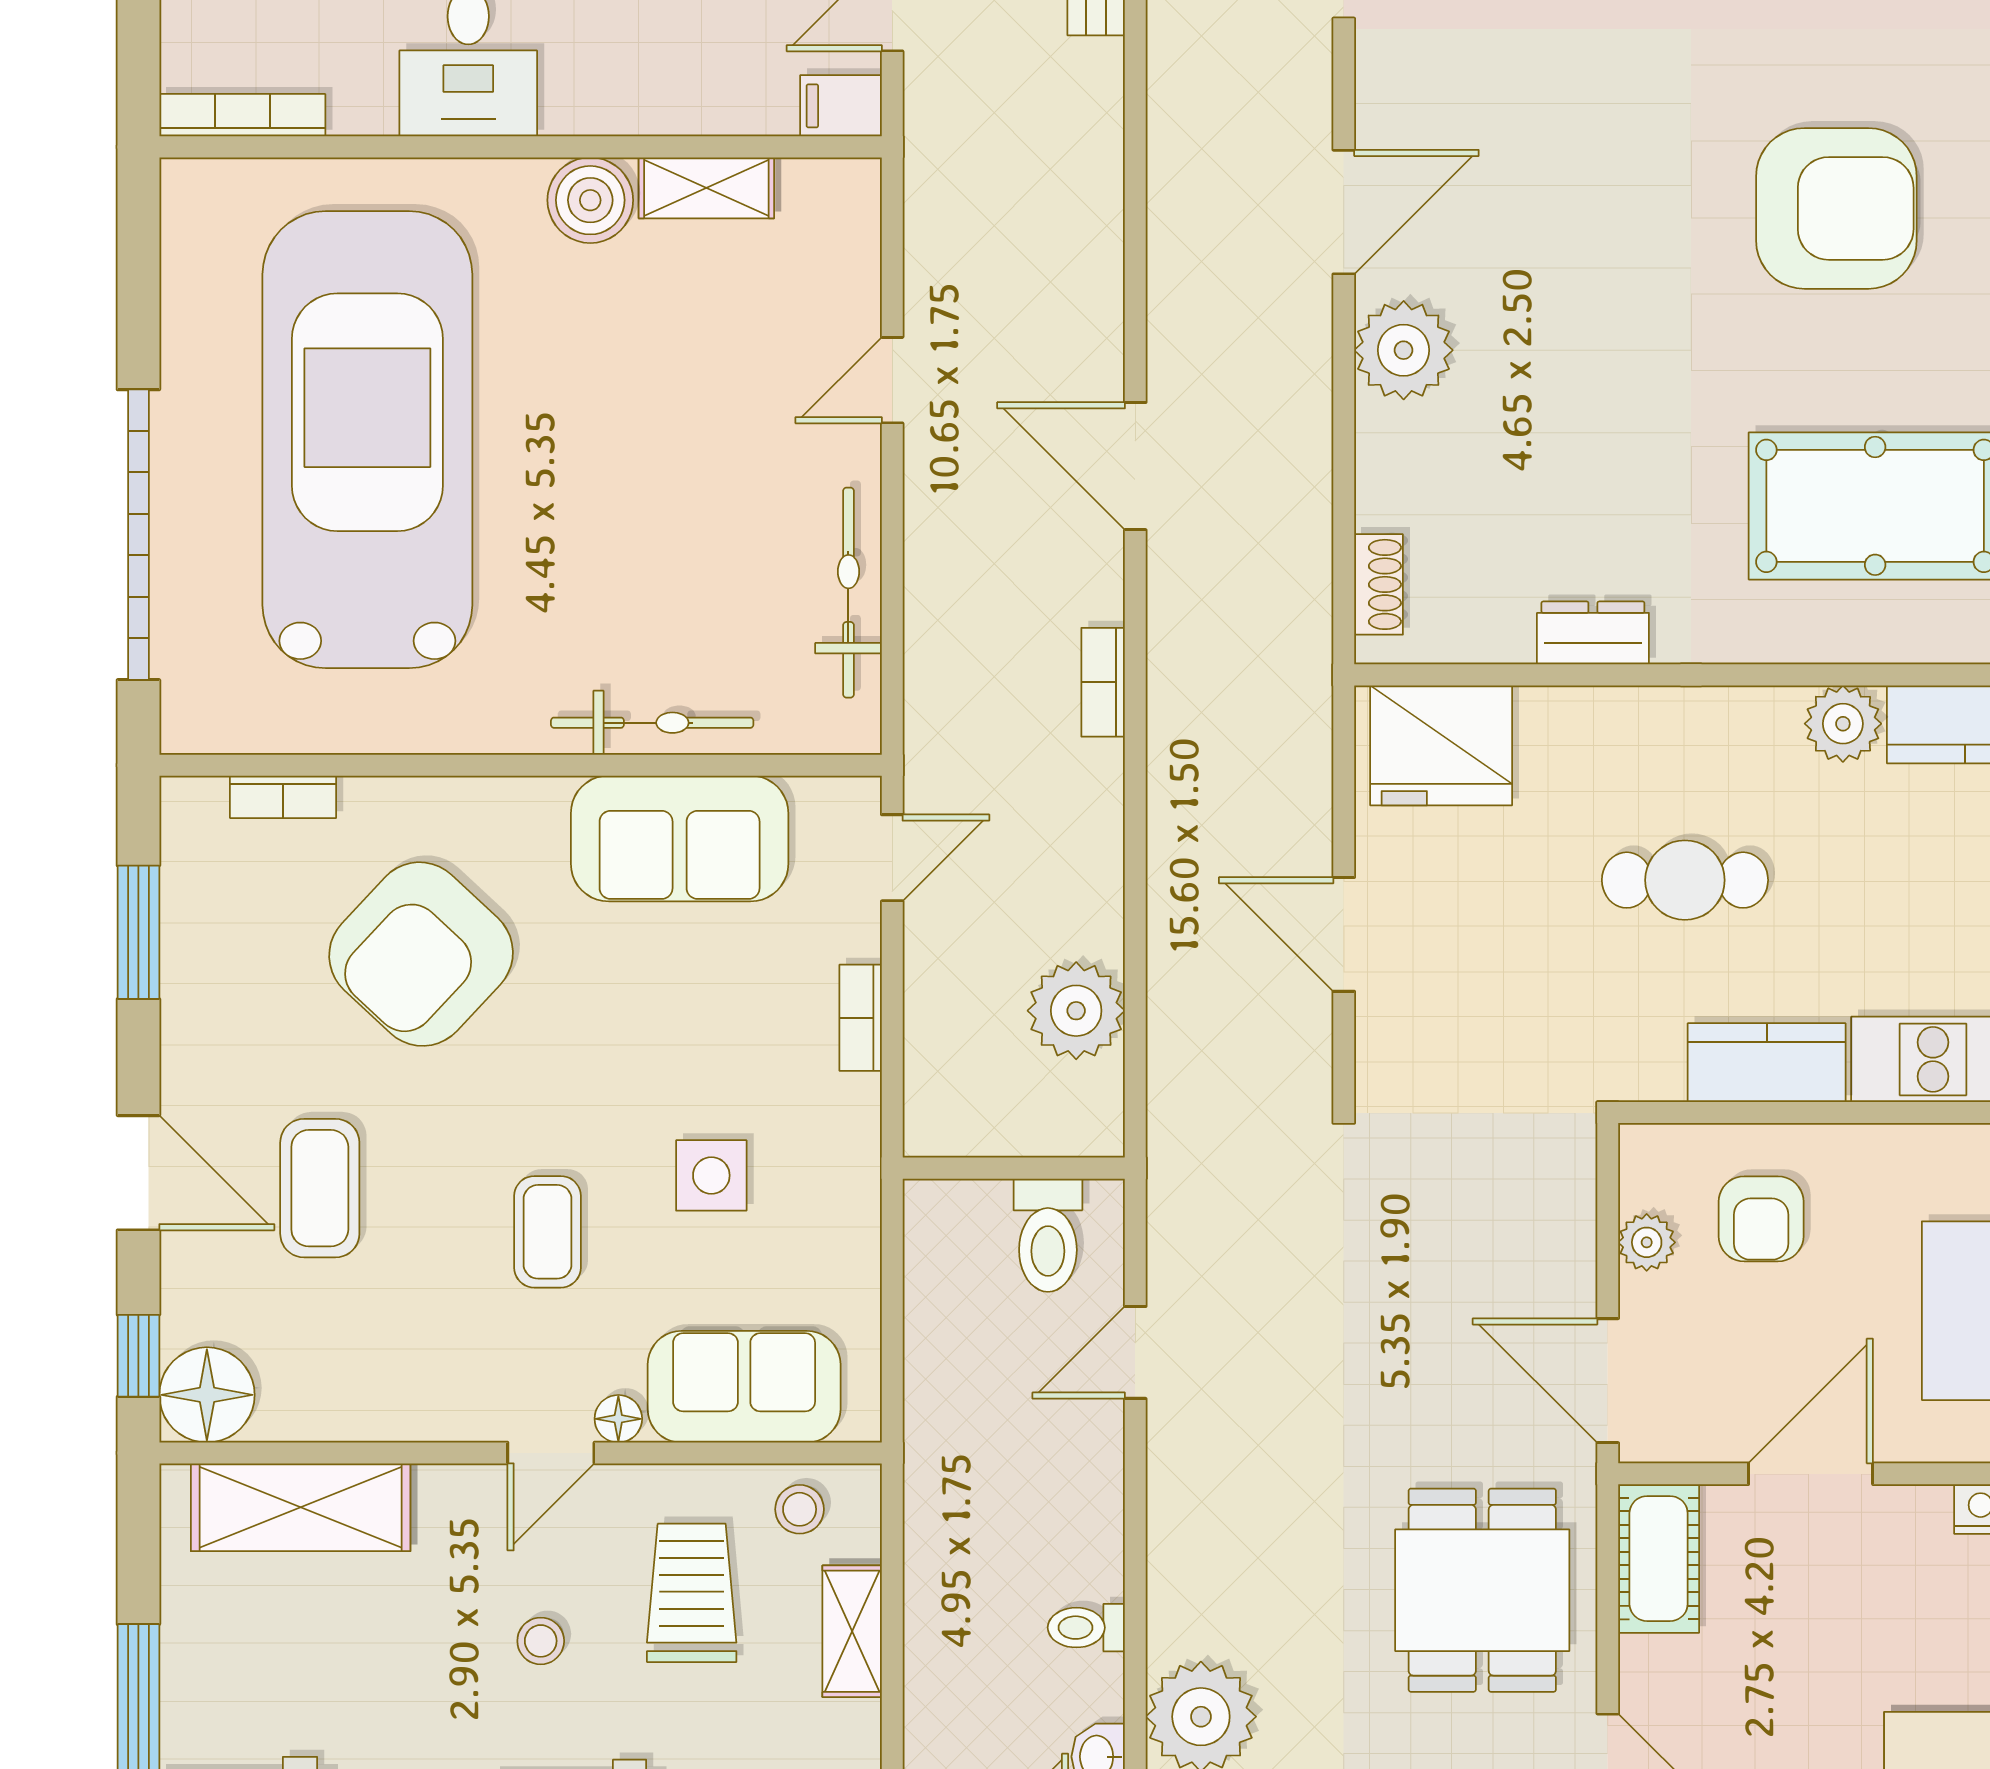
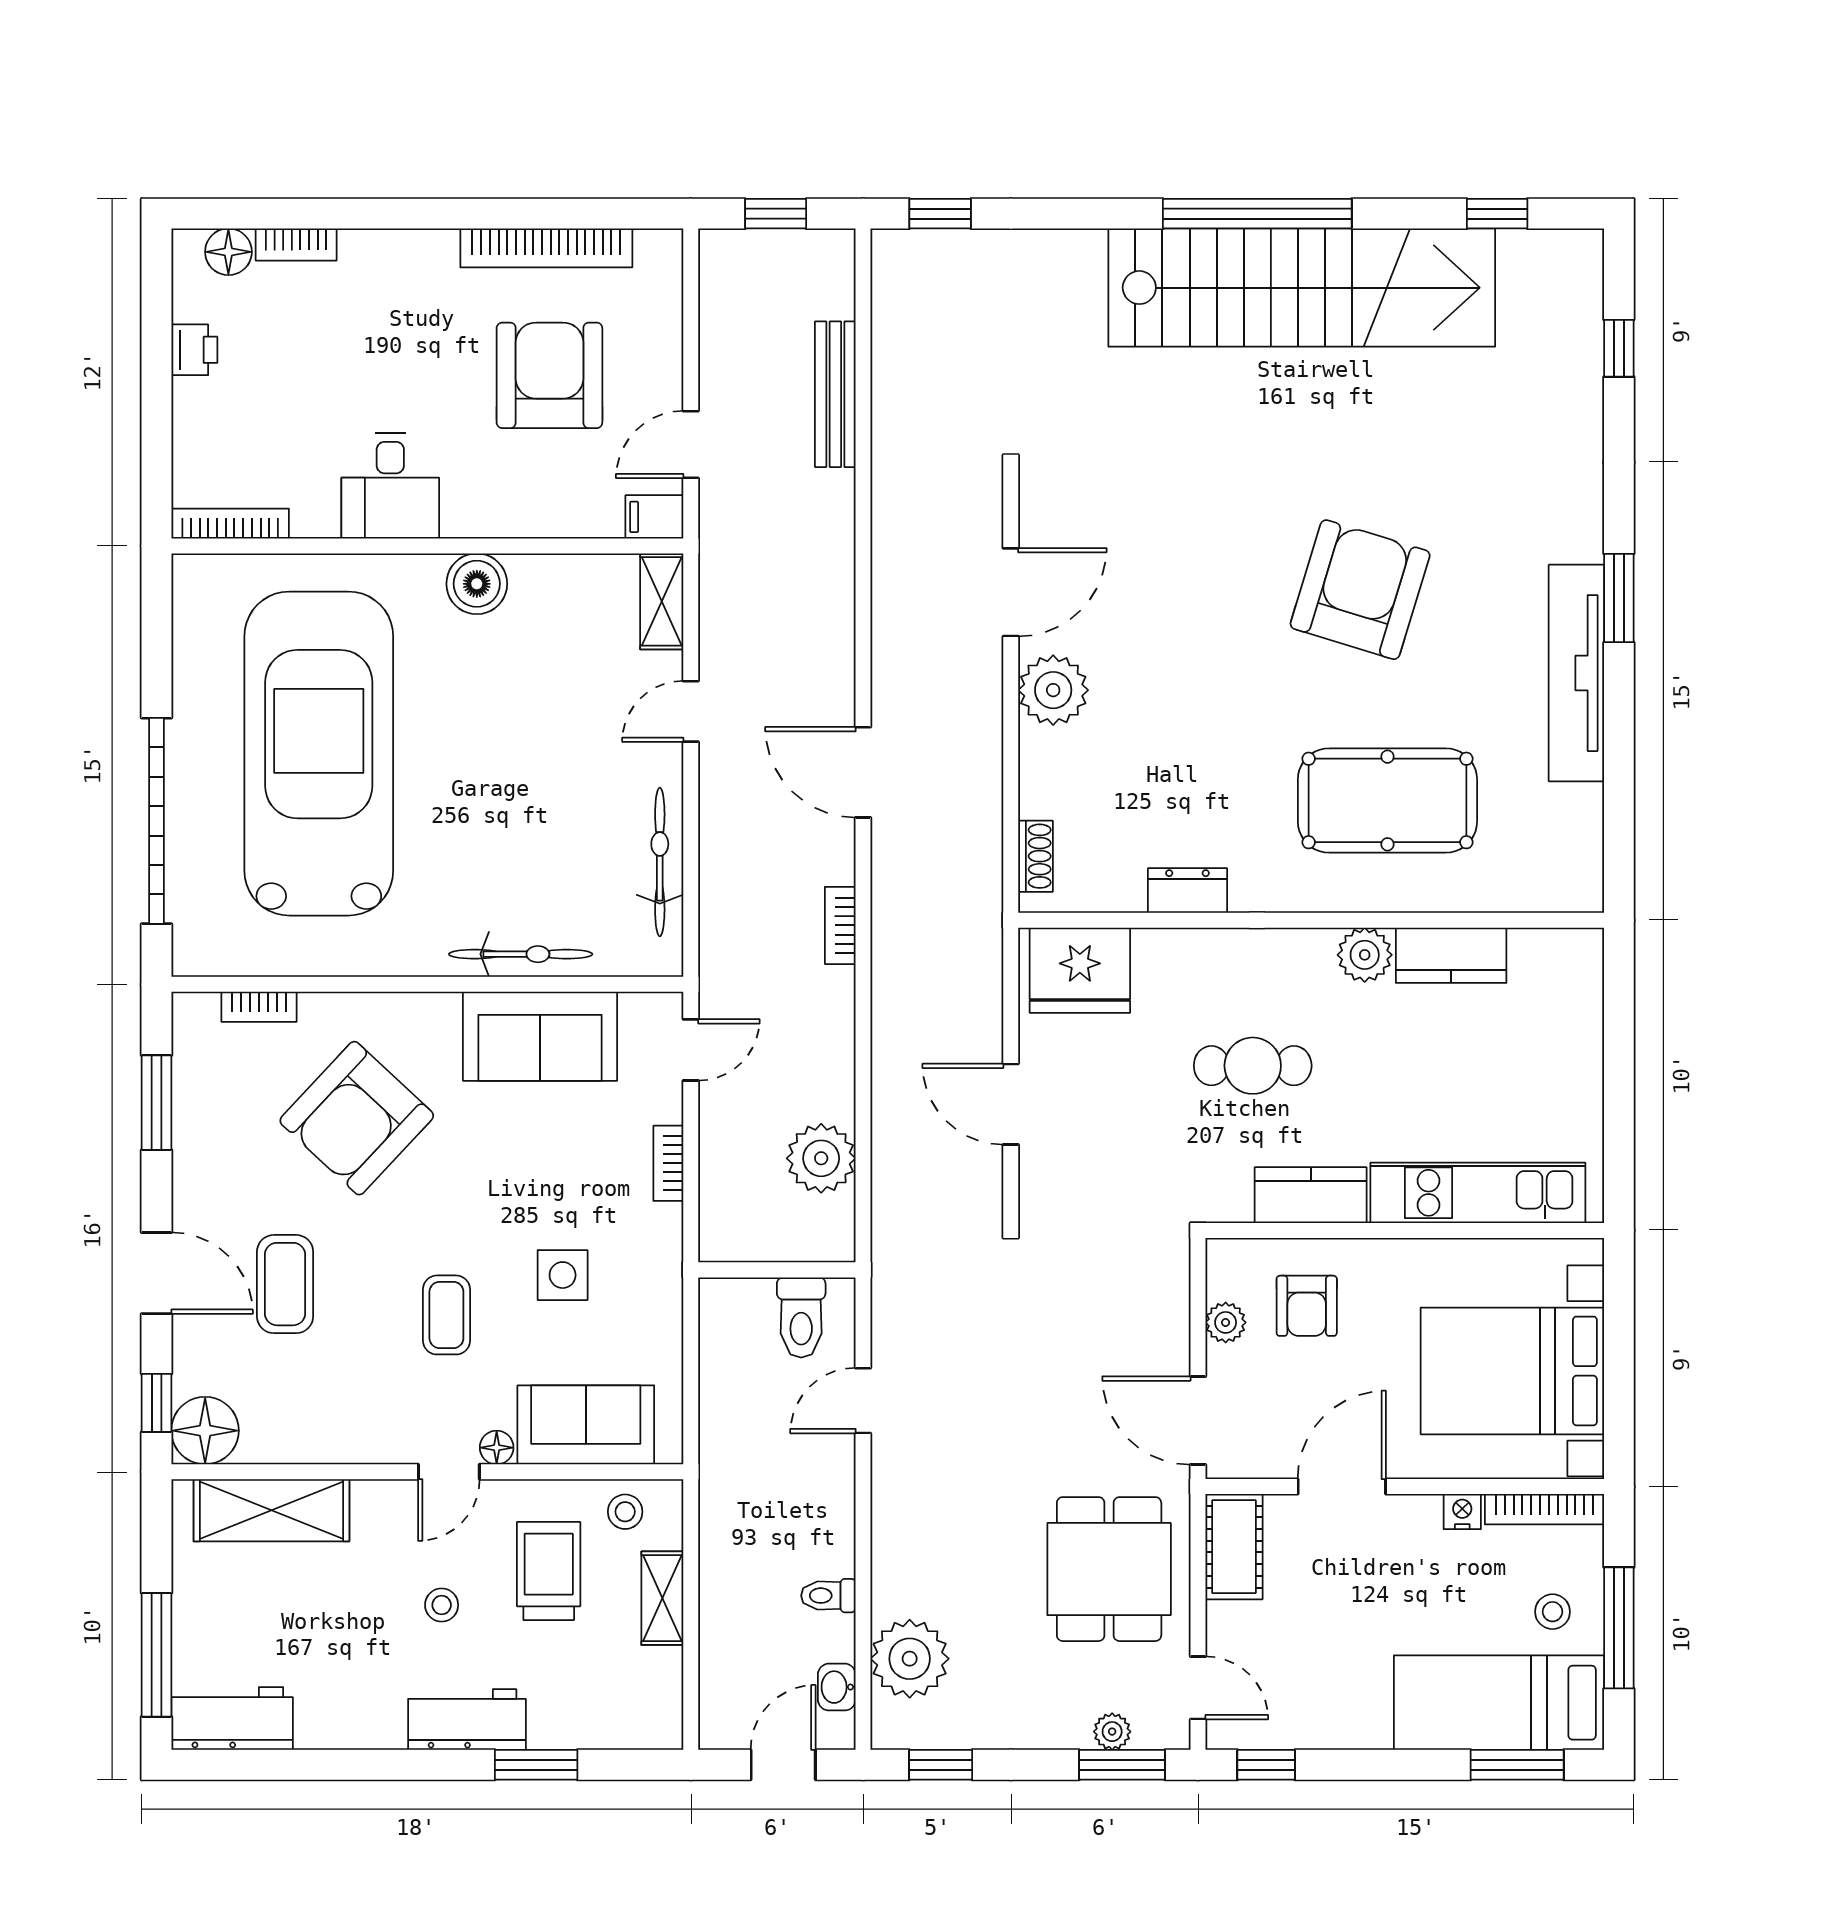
shelving: (706, 188) -> (662, 601), moved, turned 90
armchair: (1836, 208) -> (1360, 590), turned -73

